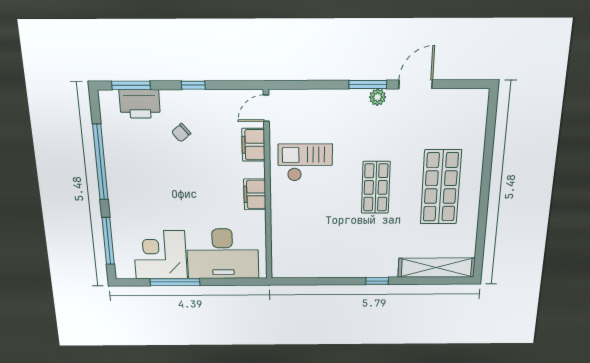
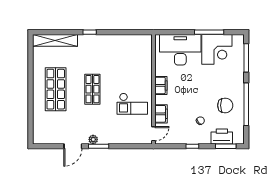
chair: (138, 160) -> (225, 105), added

